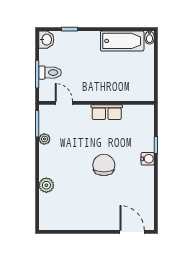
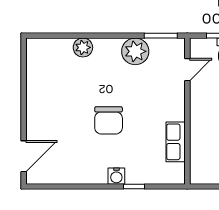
row of seats: (107, 112) -> (176, 142), moved
plant: (44, 139) -> (135, 51), width x1.88, depth x1.88
chair: (104, 165) -> (109, 120), turned 90

